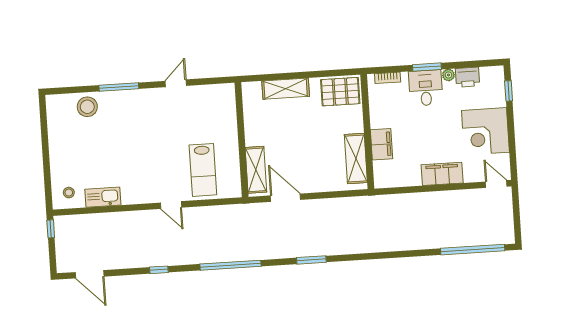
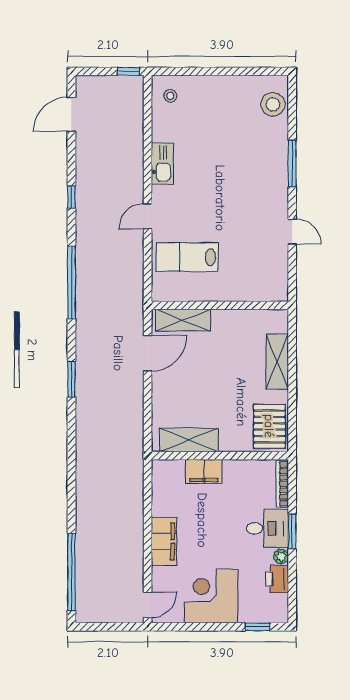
bookcase: (388, 78) -> (282, 484), width x1.56
stool: (87, 107) -> (273, 104), moved
kitchen sink: (103, 197) -> (162, 164), moved

